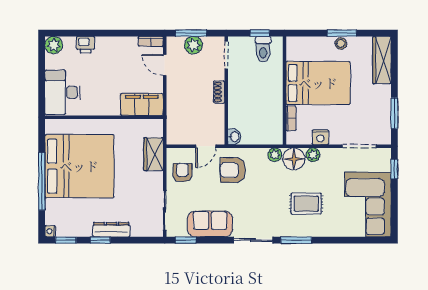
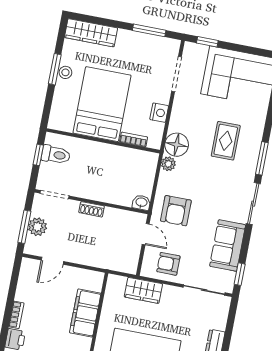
bookcase: (151, 41) -> (16, 315), moved
filing cabinet: (142, 105) -> (85, 313), moved
plant: (313, 155) -> (176, 124), removed

